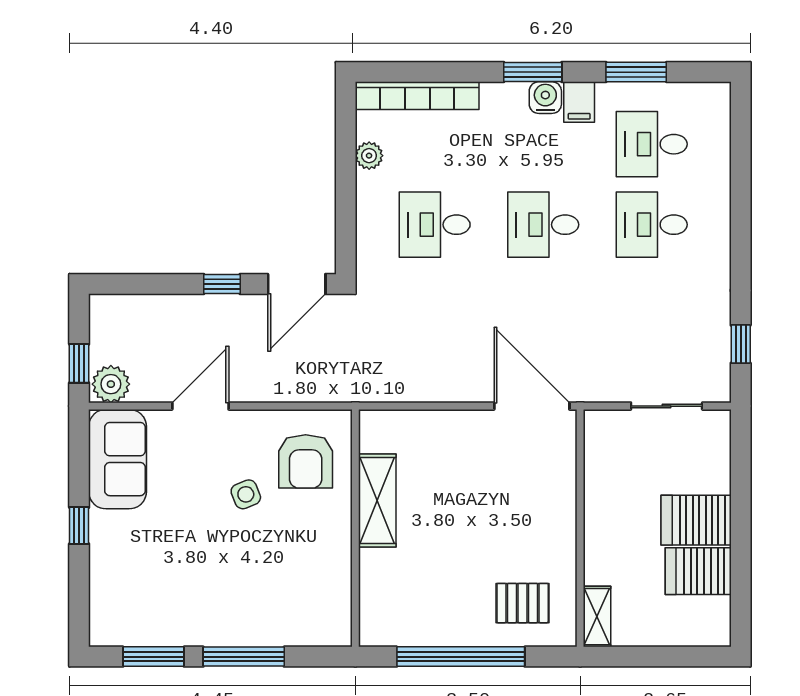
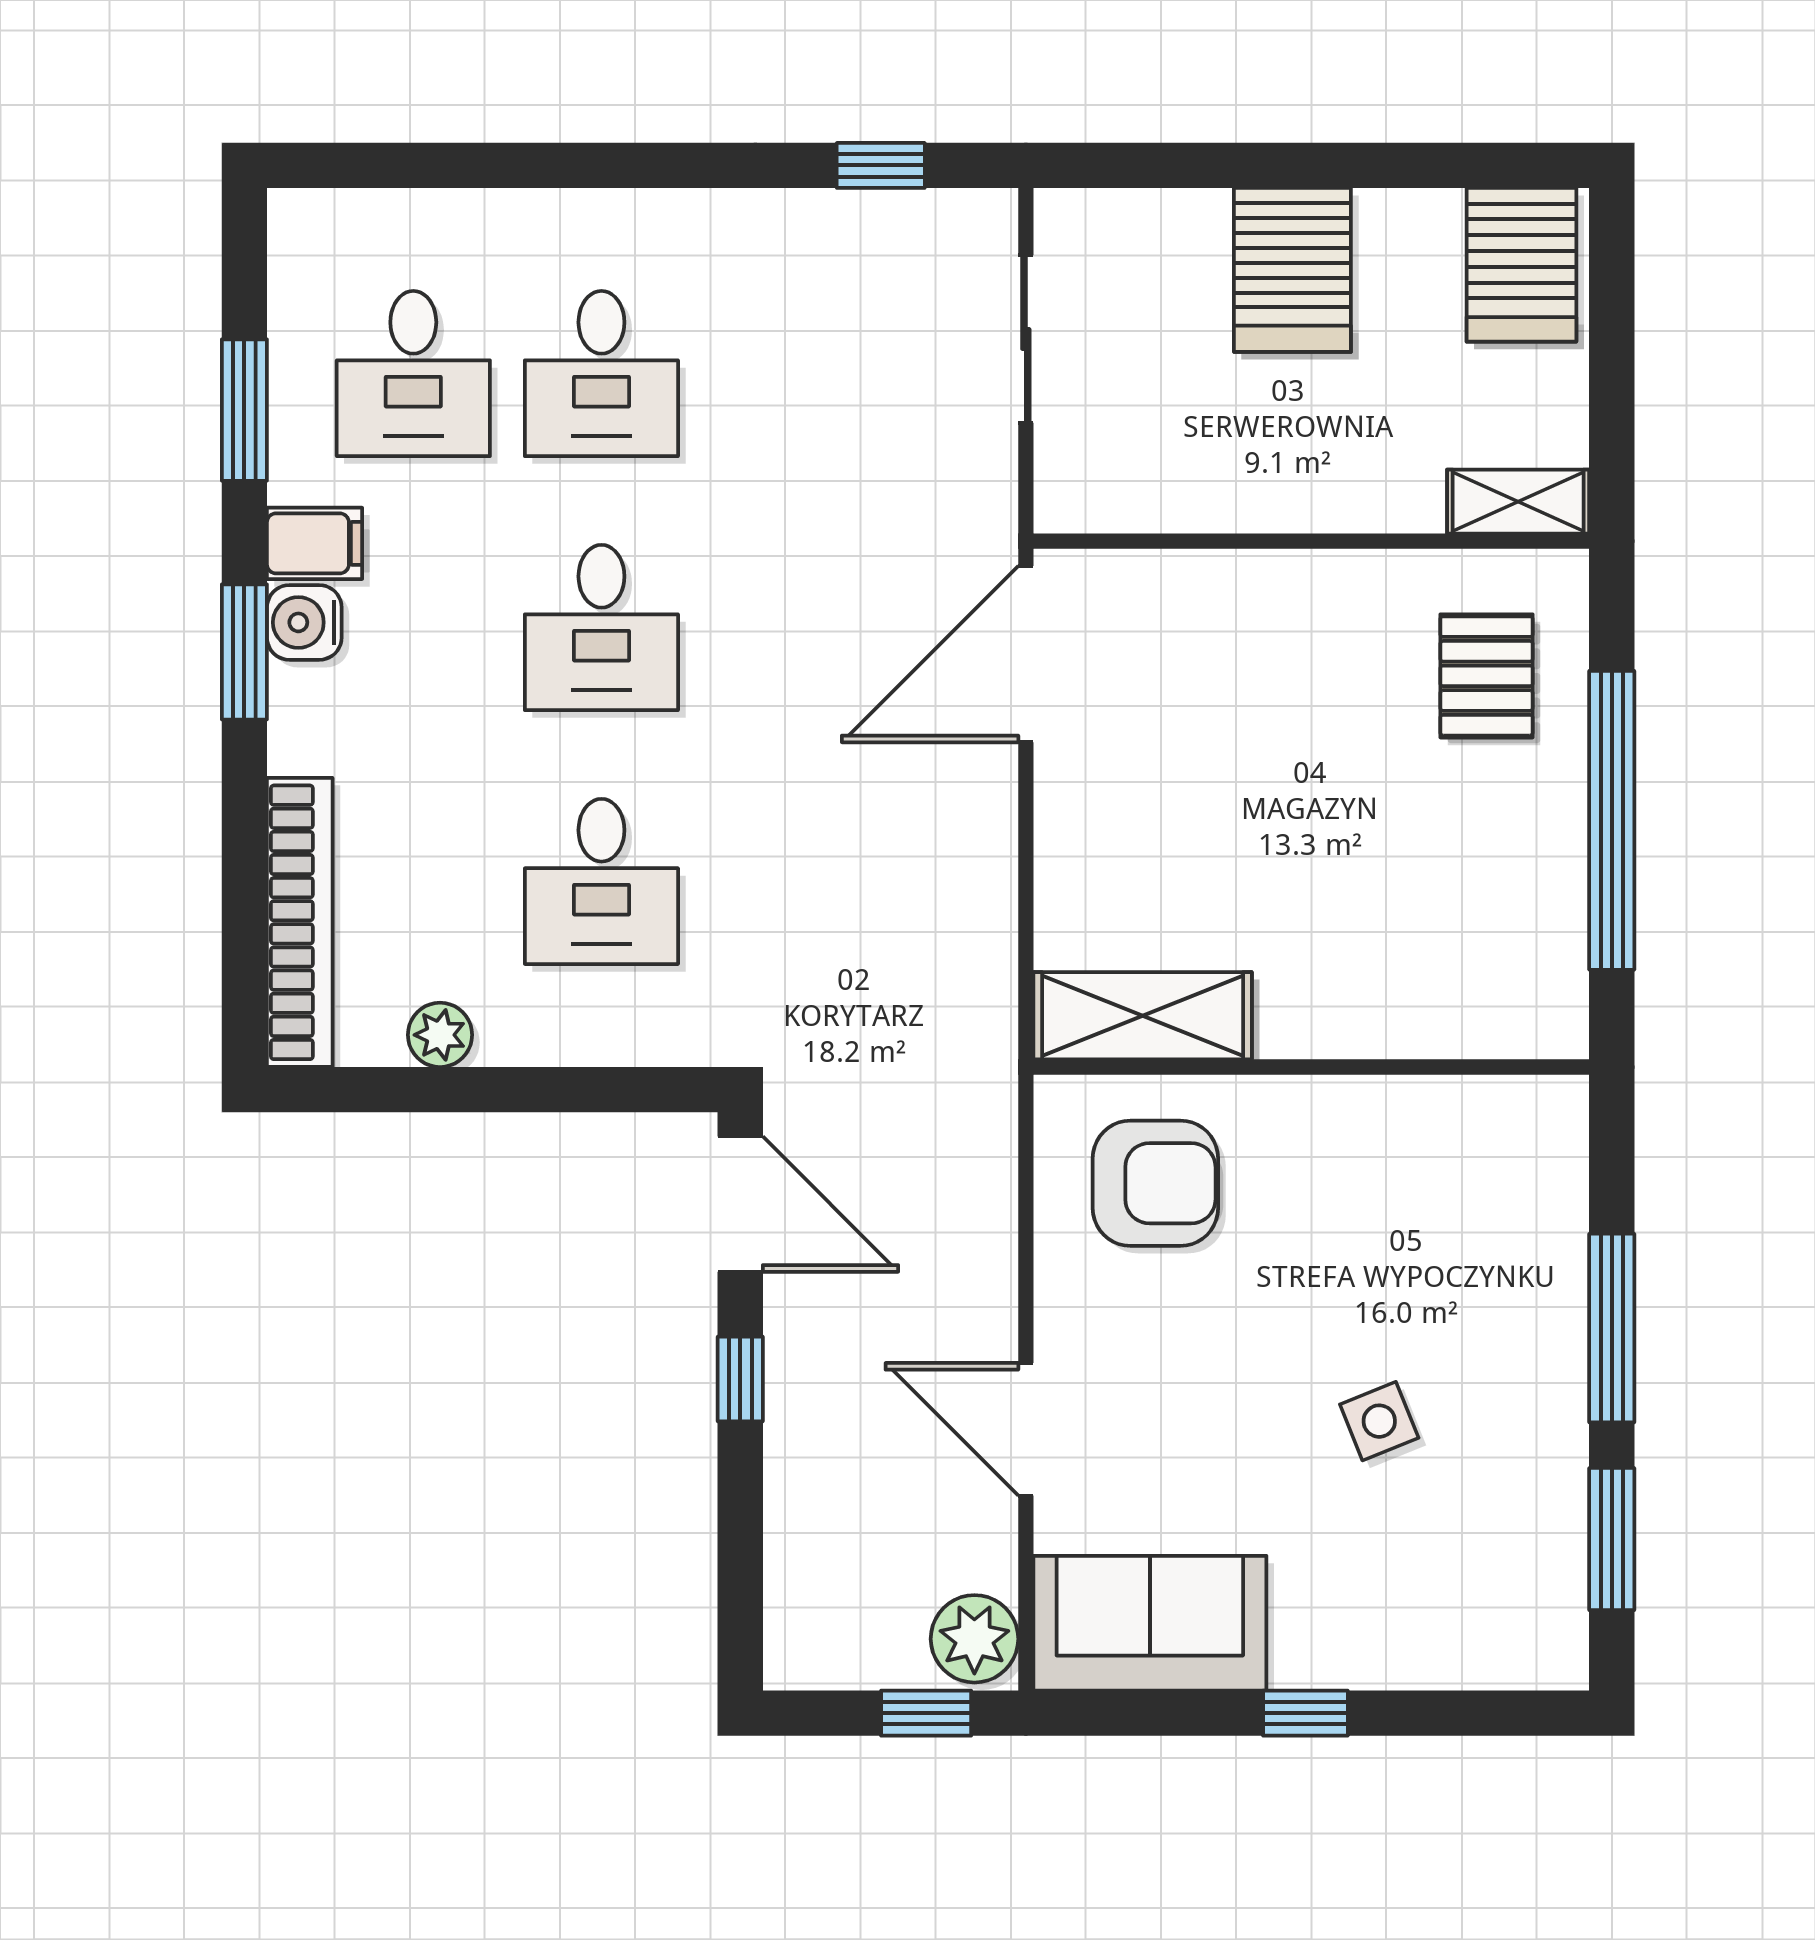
side table: (246, 494) -> (1379, 1421), moved
shelving: (377, 501) -> (1143, 1016), moved
server rack: (698, 571) -> (1521, 265), moved

